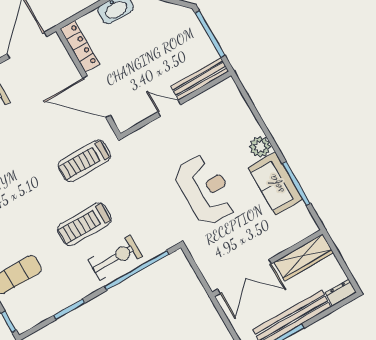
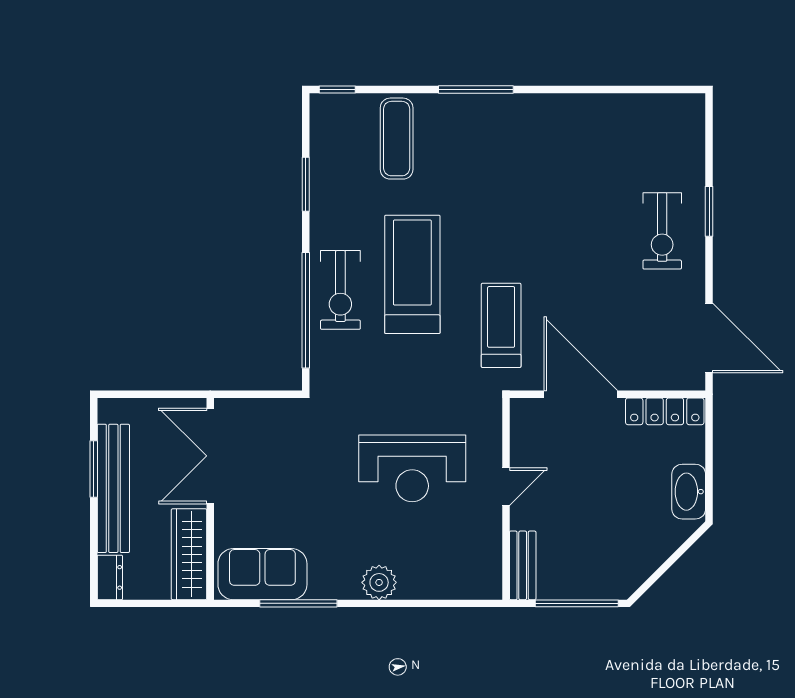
bench: (200, 79) -> (523, 565), width x0.73
door: (97, 97) -> (581, 394), hinge flipped
sofa: (275, 184) -> (262, 574), moved
reception desk: (205, 190) -> (412, 468), moved
treadmill: (84, 224) -> (412, 274), width x1.37, depth x1.38

